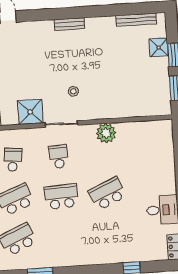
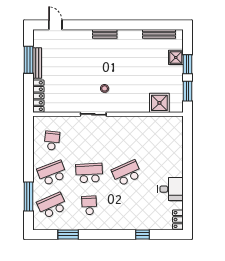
shower: (30, 112) -> (159, 103), moved
plant: (106, 133) -> (129, 124), removed
school desk: (59, 157) -> (89, 205), moved

